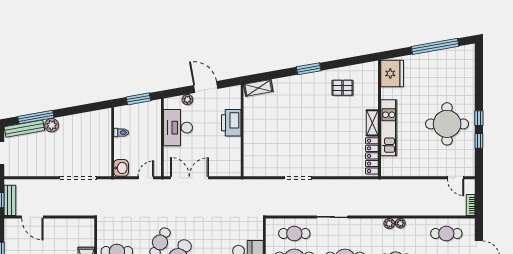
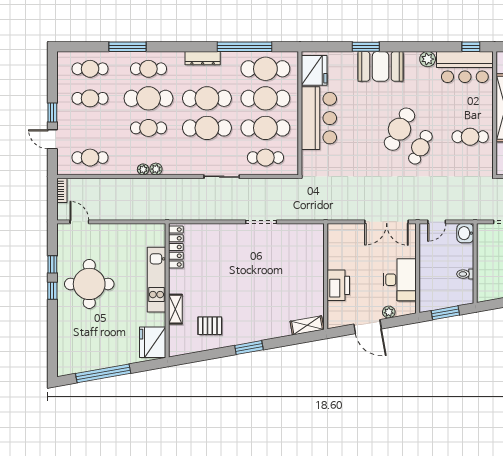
shelving: (372, 123) -> (175, 309), moved

